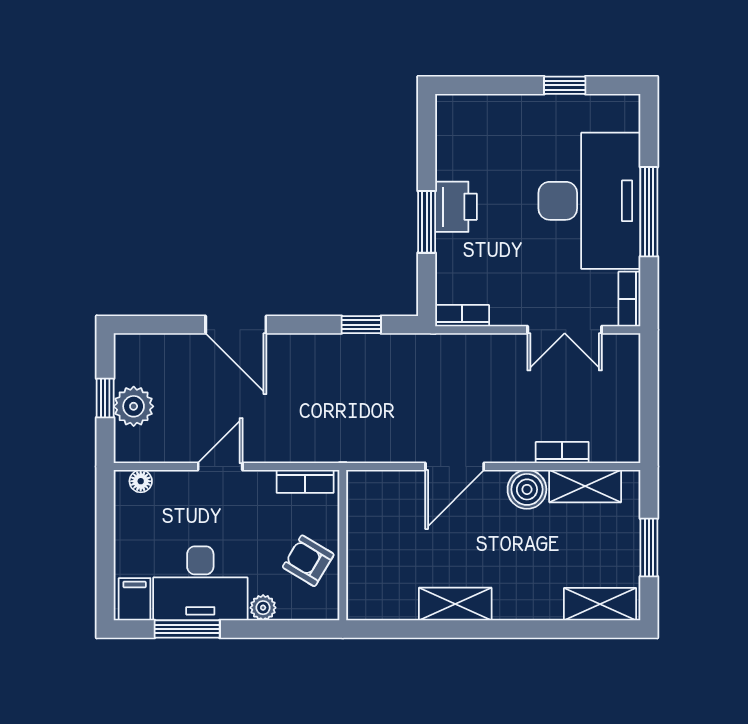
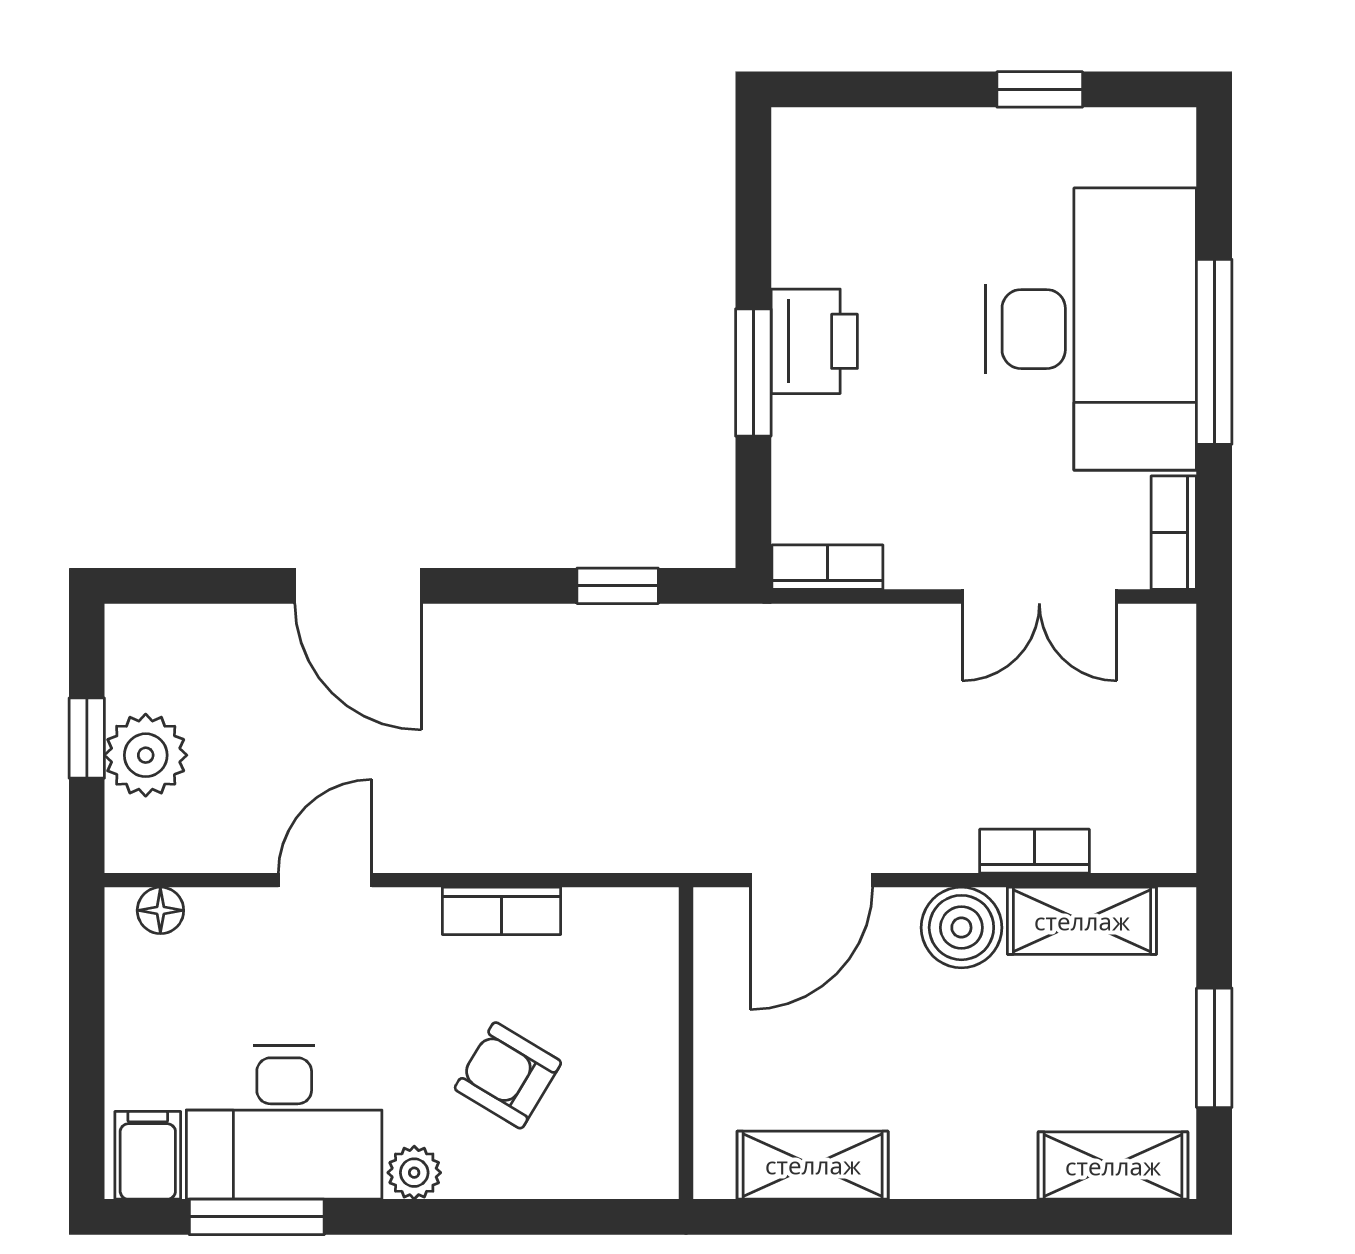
wall: (343, 545) -> (686, 1043), moved

